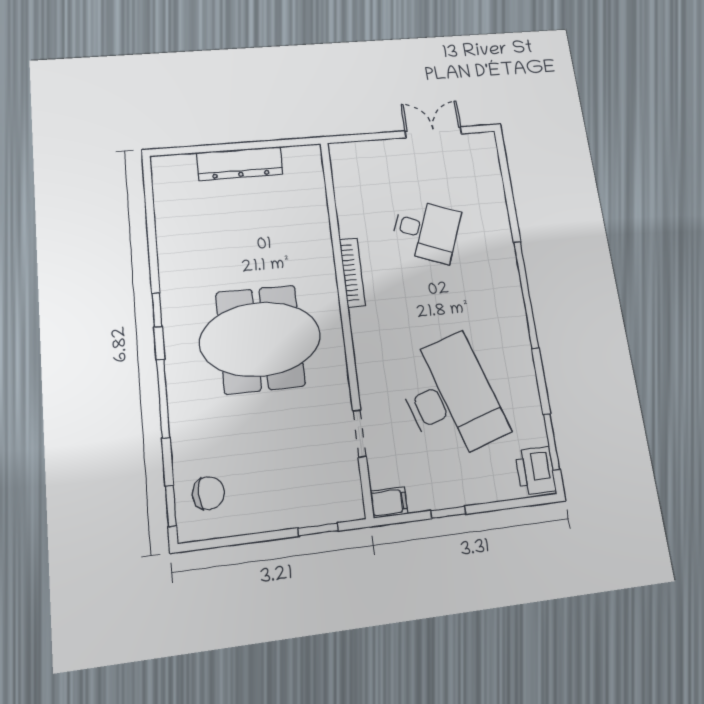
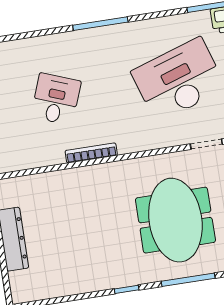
window: (526, 294) -> (100, 24), width x0.68
meeting table: (260, 339) -> (175, 220), moved

